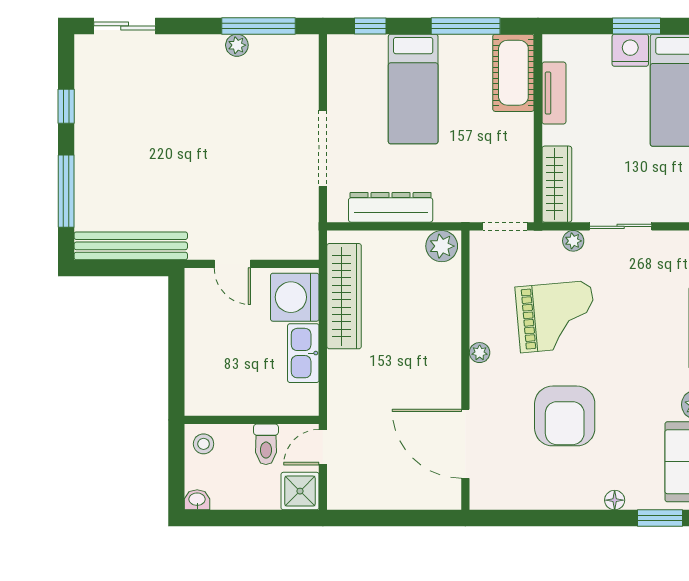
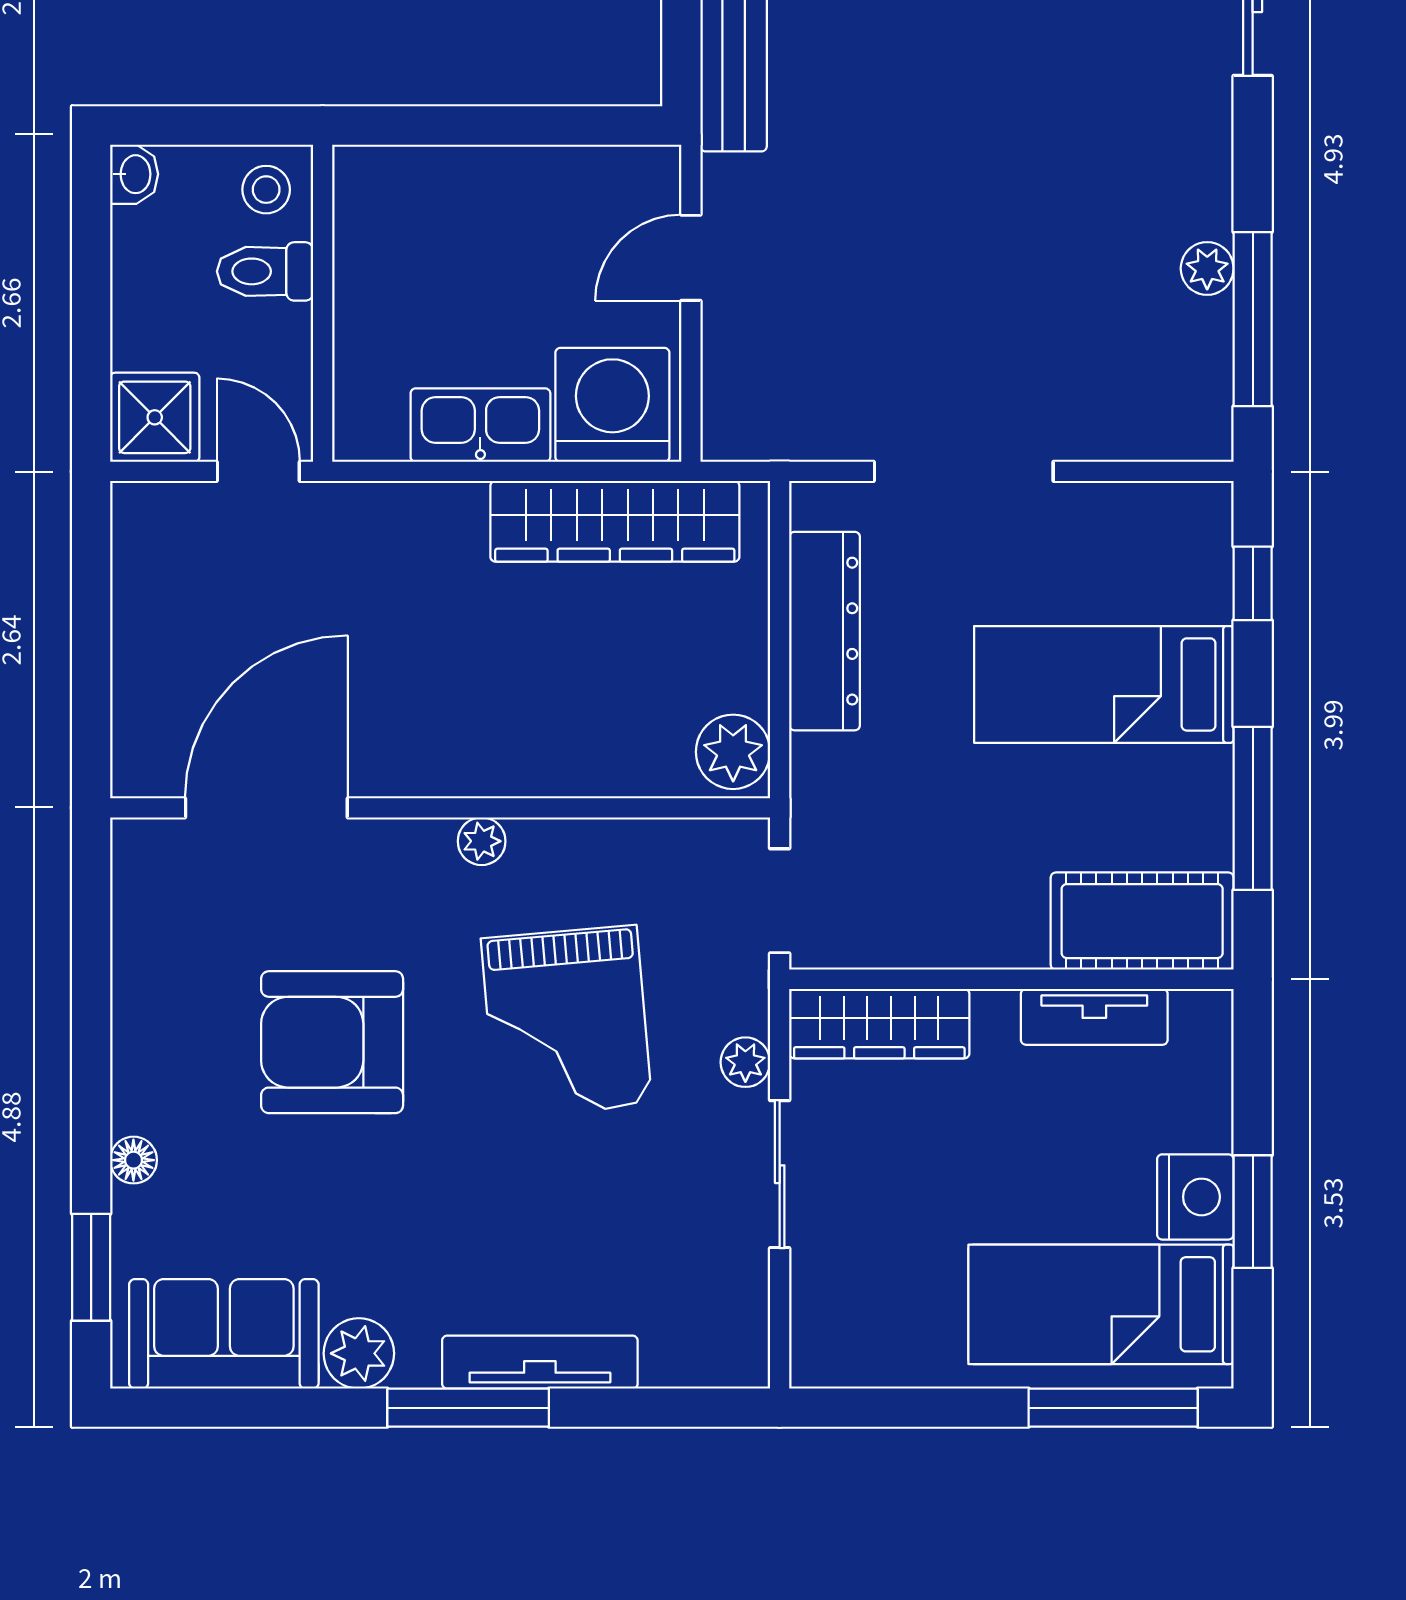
toilet: (266, 444) -> (265, 271), moved

